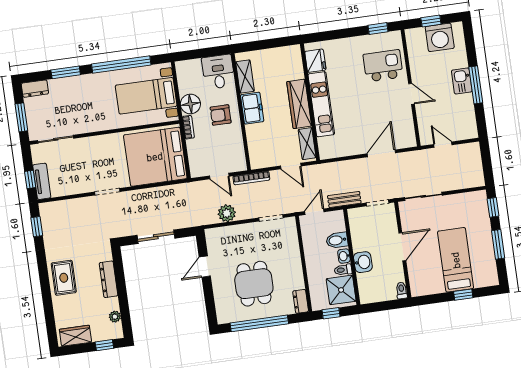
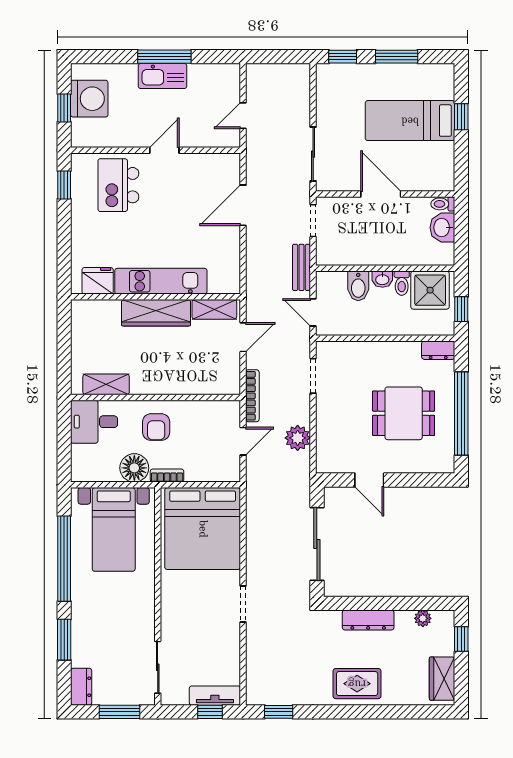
kitchen sink: (462, 81) -> (163, 76), width x1.38
freezer: (252, 108) -> (153, 381), removed
door: (381, 153) -> (243, 205), hinge flipped
sliding door: (156, 237) -> (317, 544), width x1.37
washbasin: (363, 262) -> (442, 228), moved, turned -90

